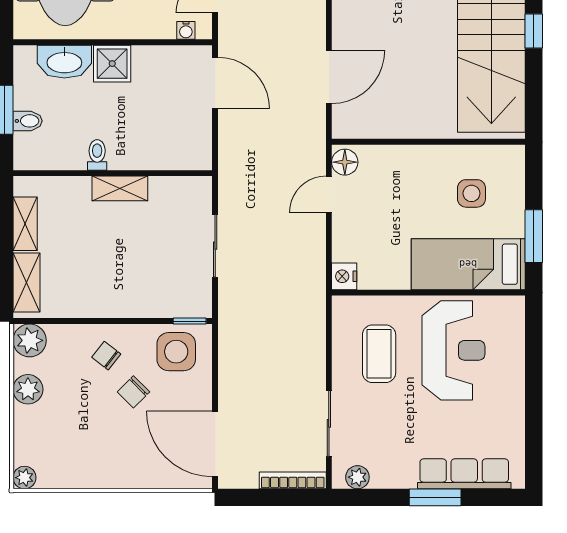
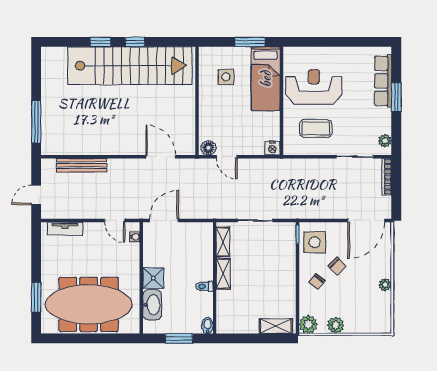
bidet: (28, 121) -> (208, 325), moved
shelving: (25, 224) -> (223, 242), moved, turned 90
plant: (24, 478) -> (385, 285), moved

